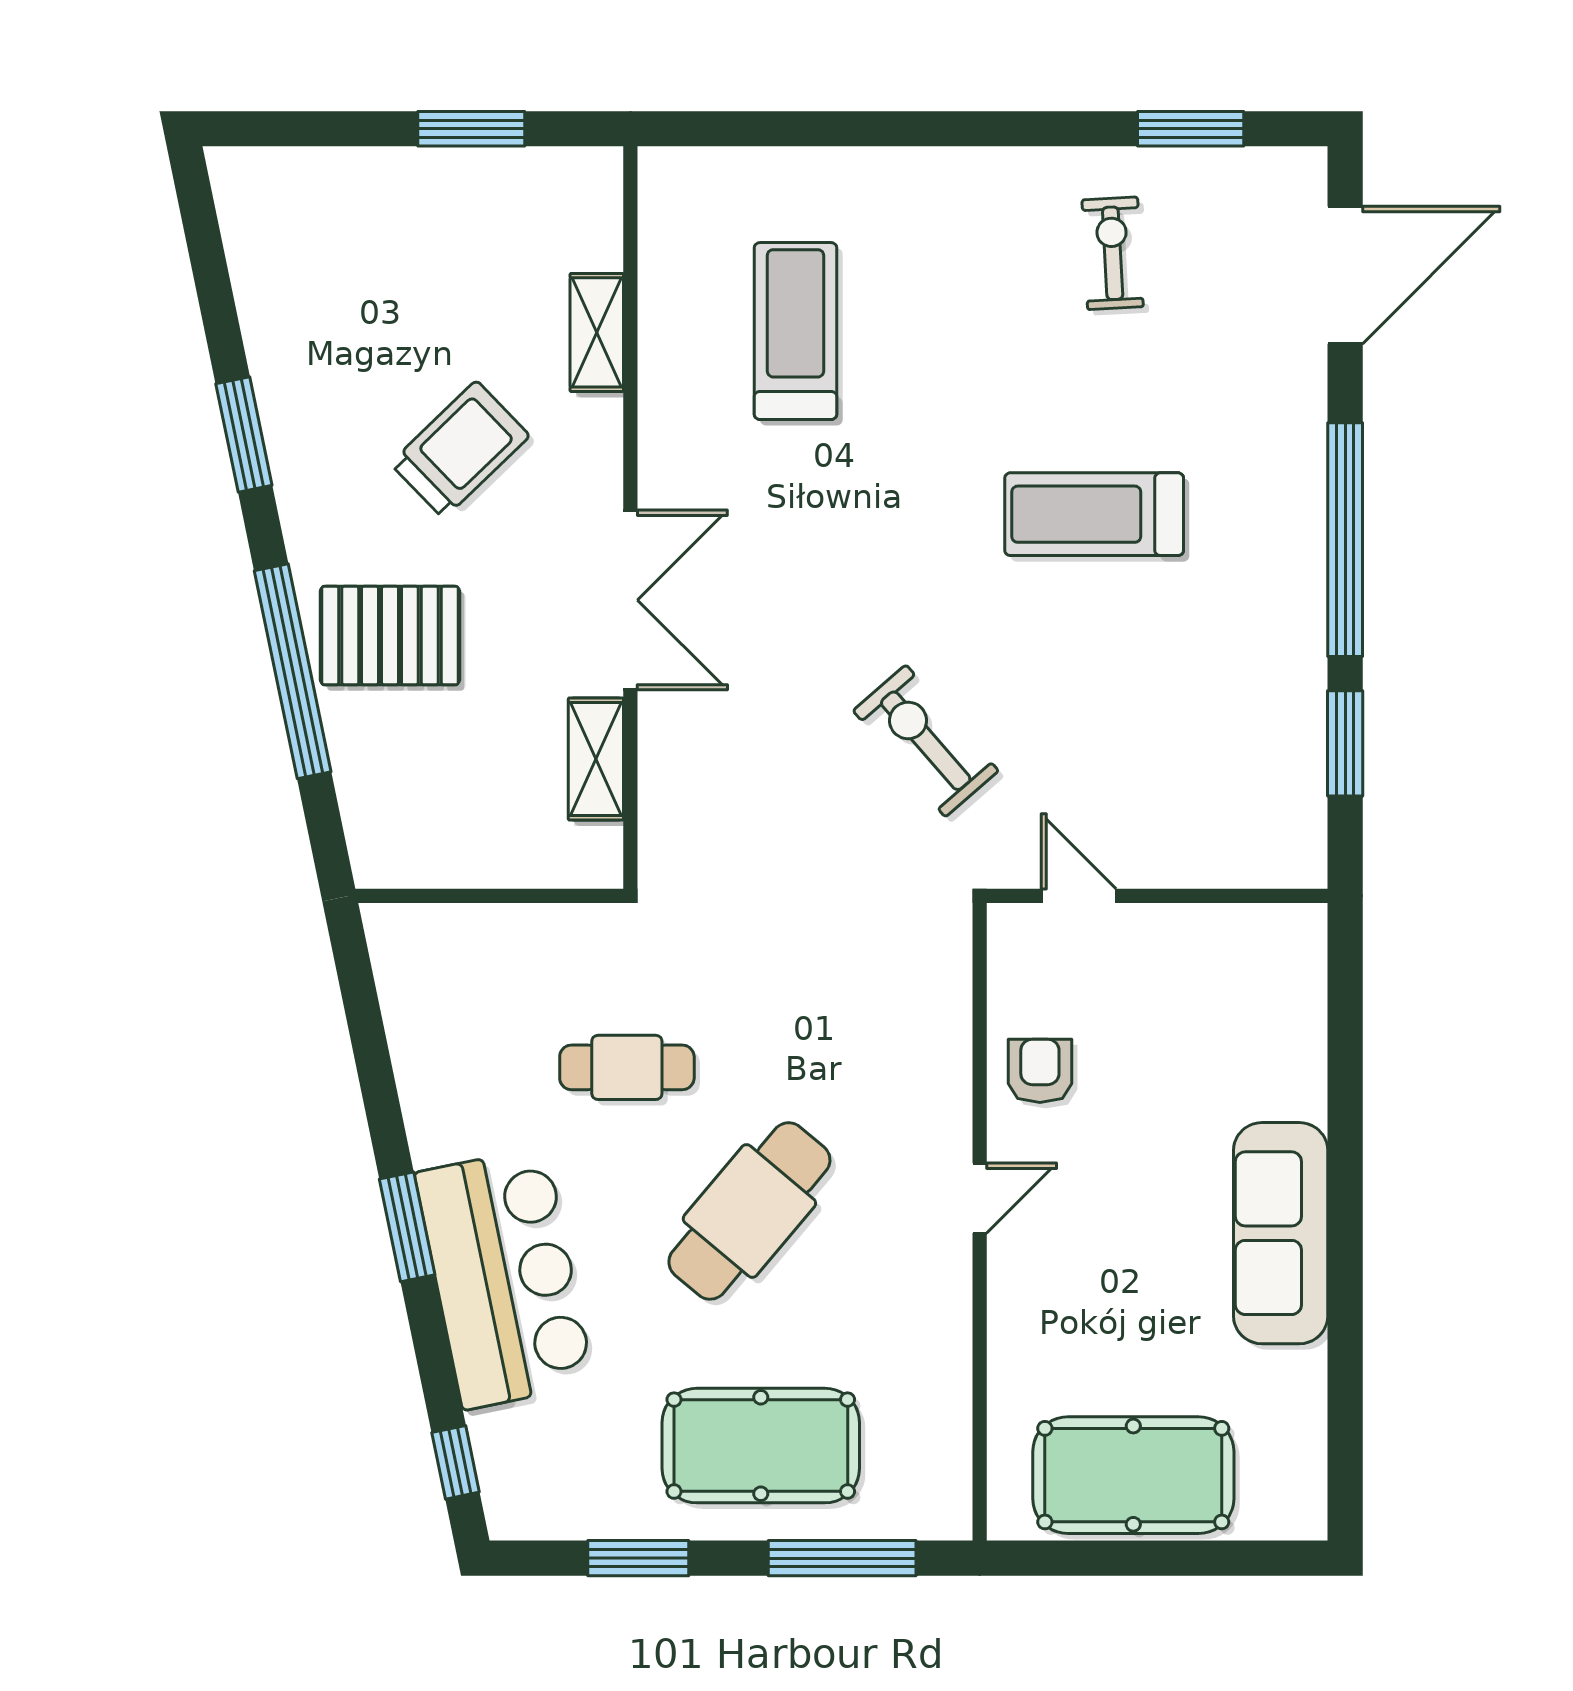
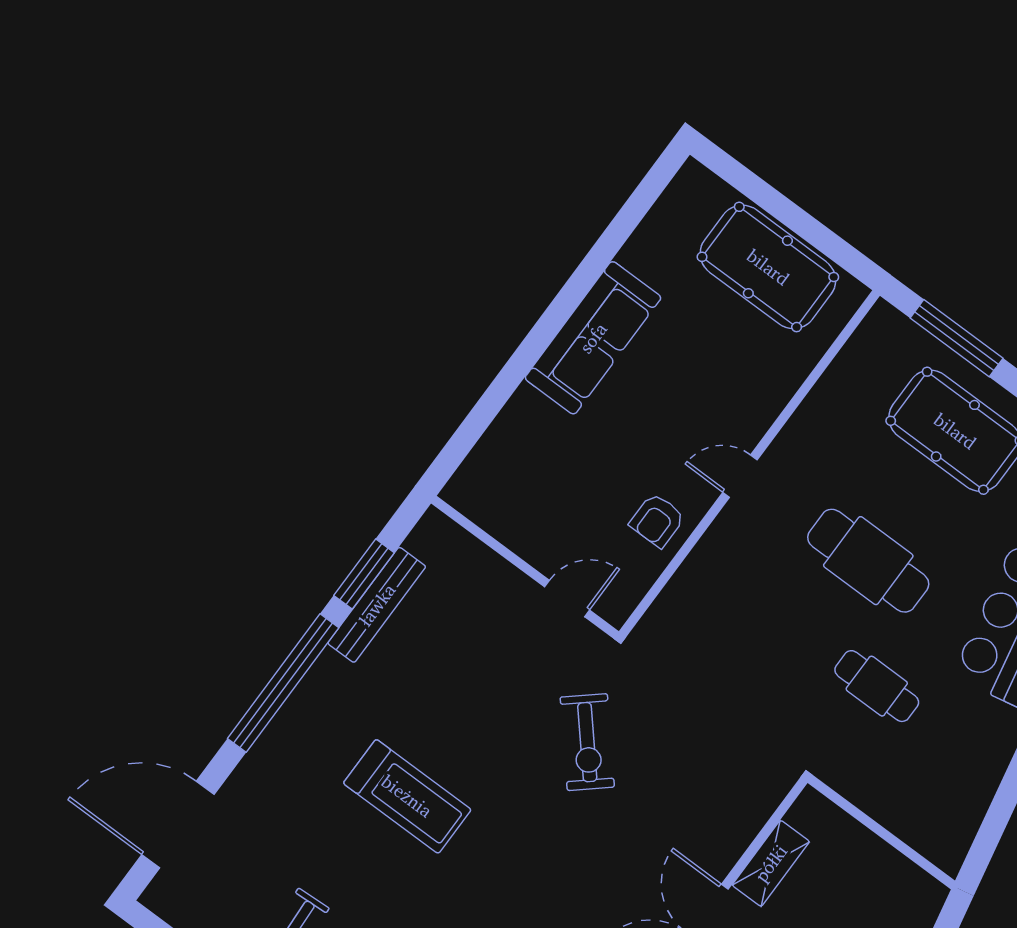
bench: (1302, 718) -> (377, 605), added
door: (1079, 896) -> (567, 598), swing flipped
cafe table: (749, 1211) -> (868, 561), turned 50

